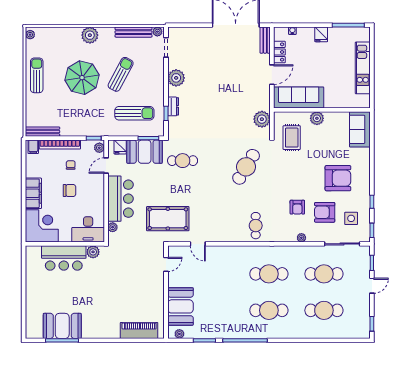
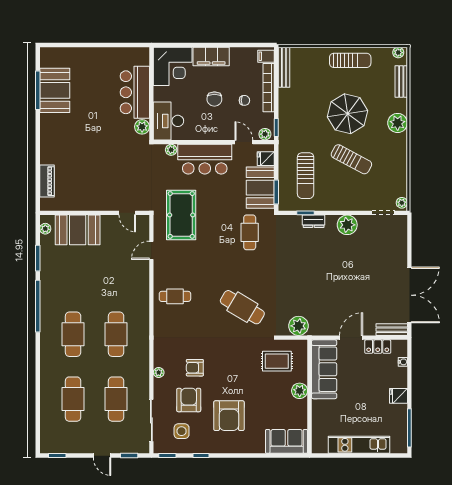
bench: (133, 32) -> (401, 82), moved, width x0.73
door: (272, 75) -> (351, 338), swing flipped
cafe table: (256, 226) -> (175, 296), moved
piano: (139, 330) -> (47, 181), width x0.73, depth x0.75

